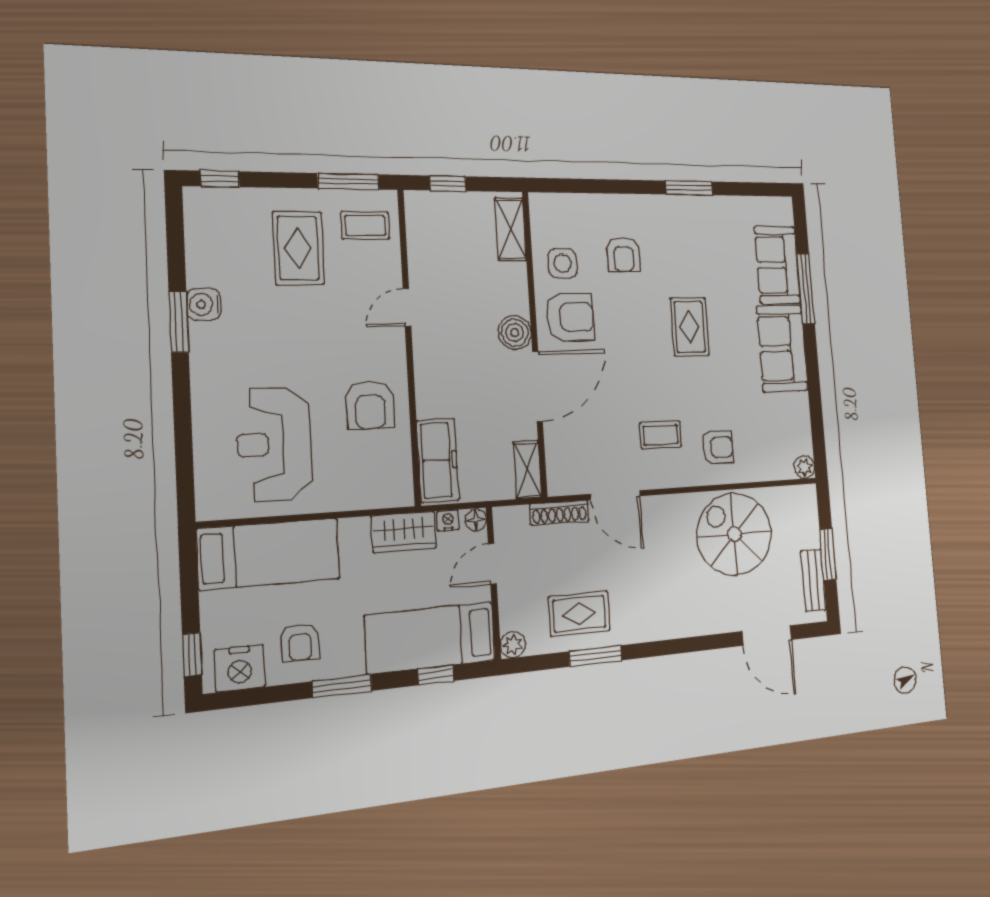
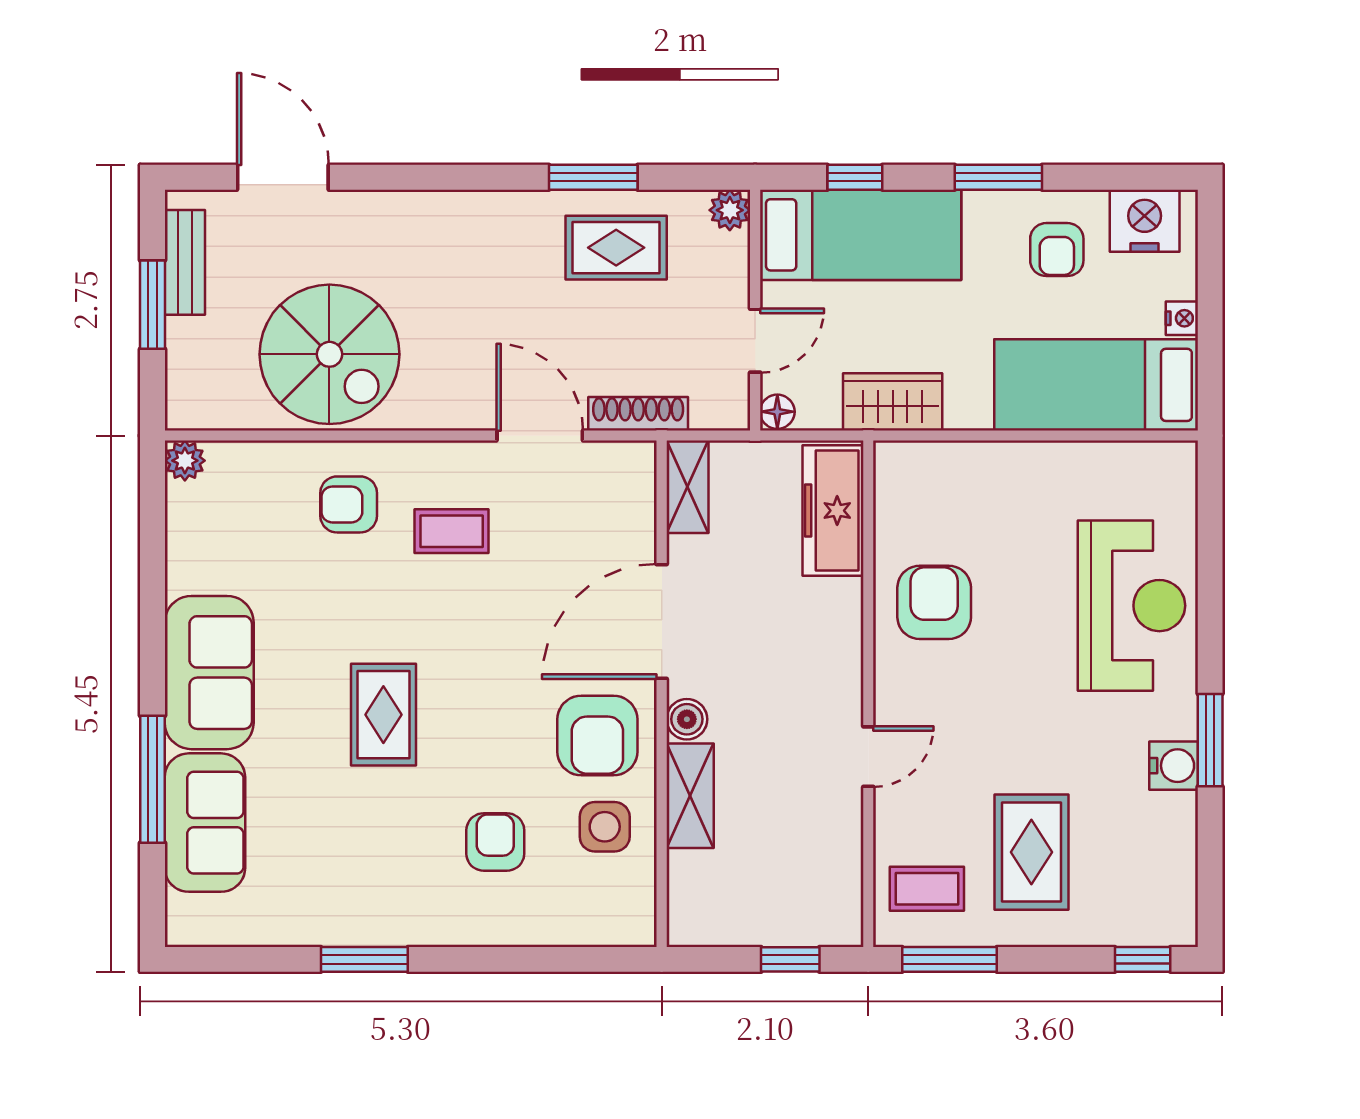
shelving: (511, 229) -> (690, 796), moved
armchair: (570, 317) -> (597, 736), turned -90
boiler: (515, 333) -> (687, 719), width x0.73, depth x0.73
reception desk: (274, 444) -> (1131, 606), moved
nightstand: (448, 520) -> (1182, 318), moved, turned -90
armchair: (300, 642) -> (1057, 250), turned 180
window: (192, 655) -> (1210, 248), removed

